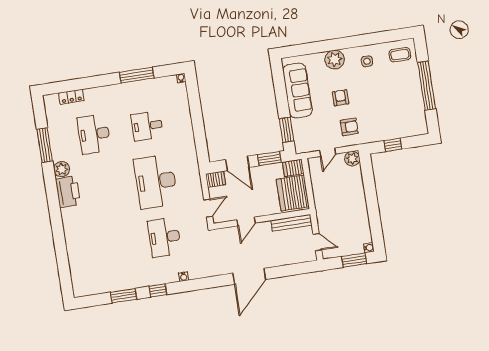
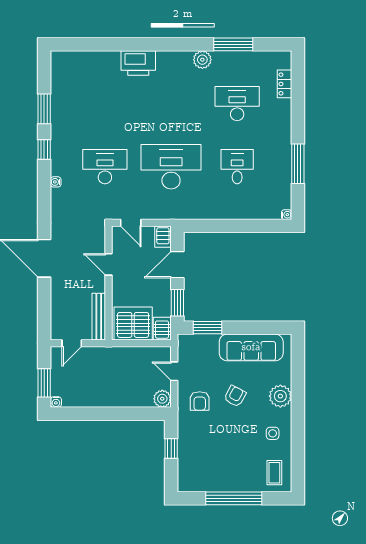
armchair: (340, 98) -> (235, 396), turned -62
printer: (68, 192) -> (138, 63), moved

